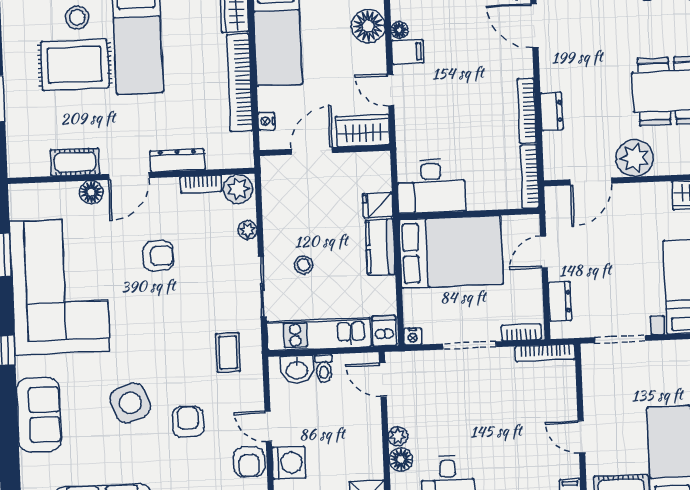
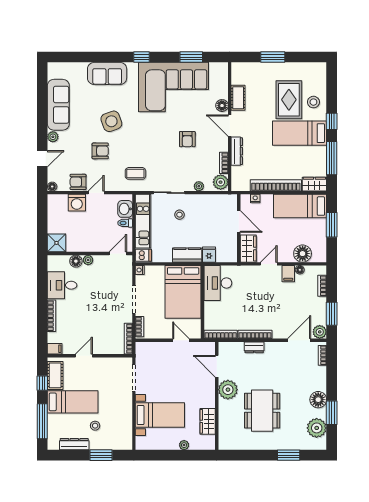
dresser: (560, 301) -> (155, 347), removed

